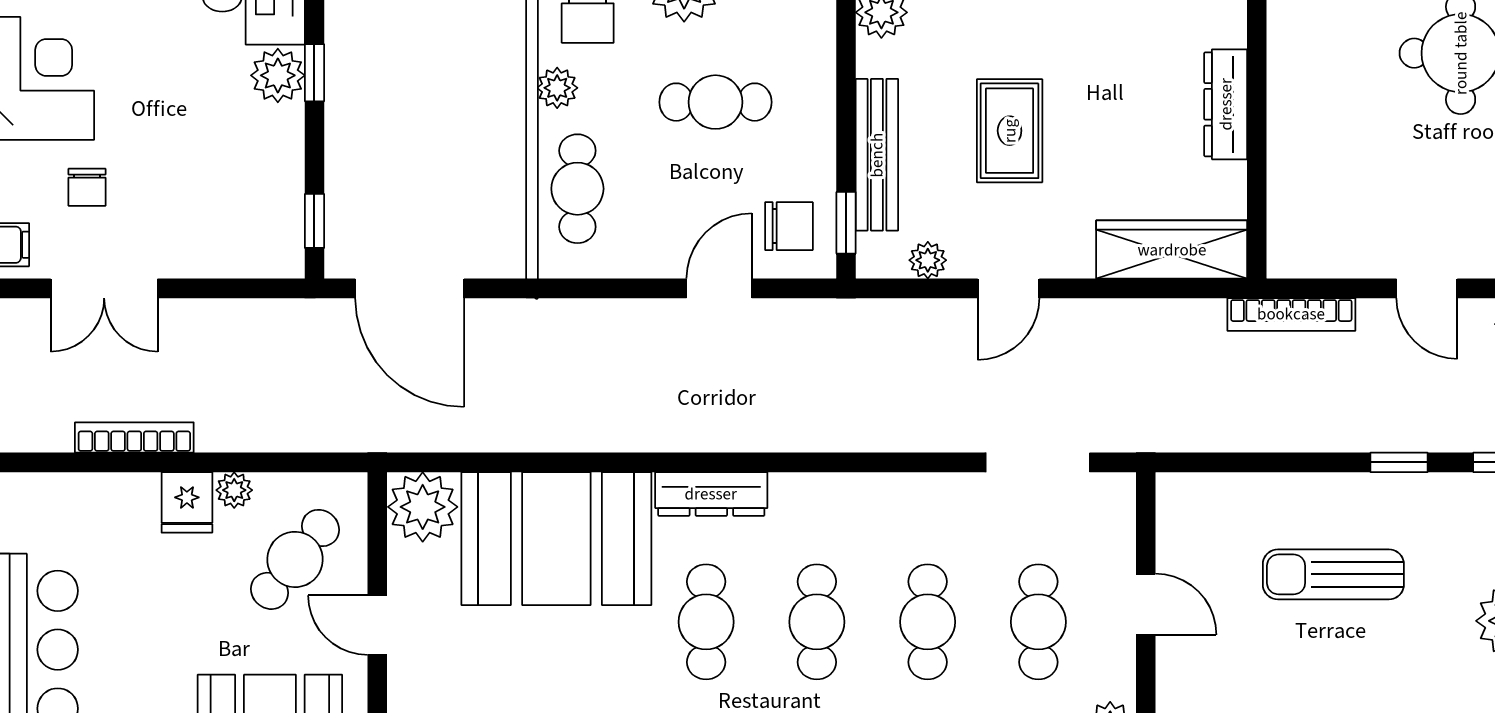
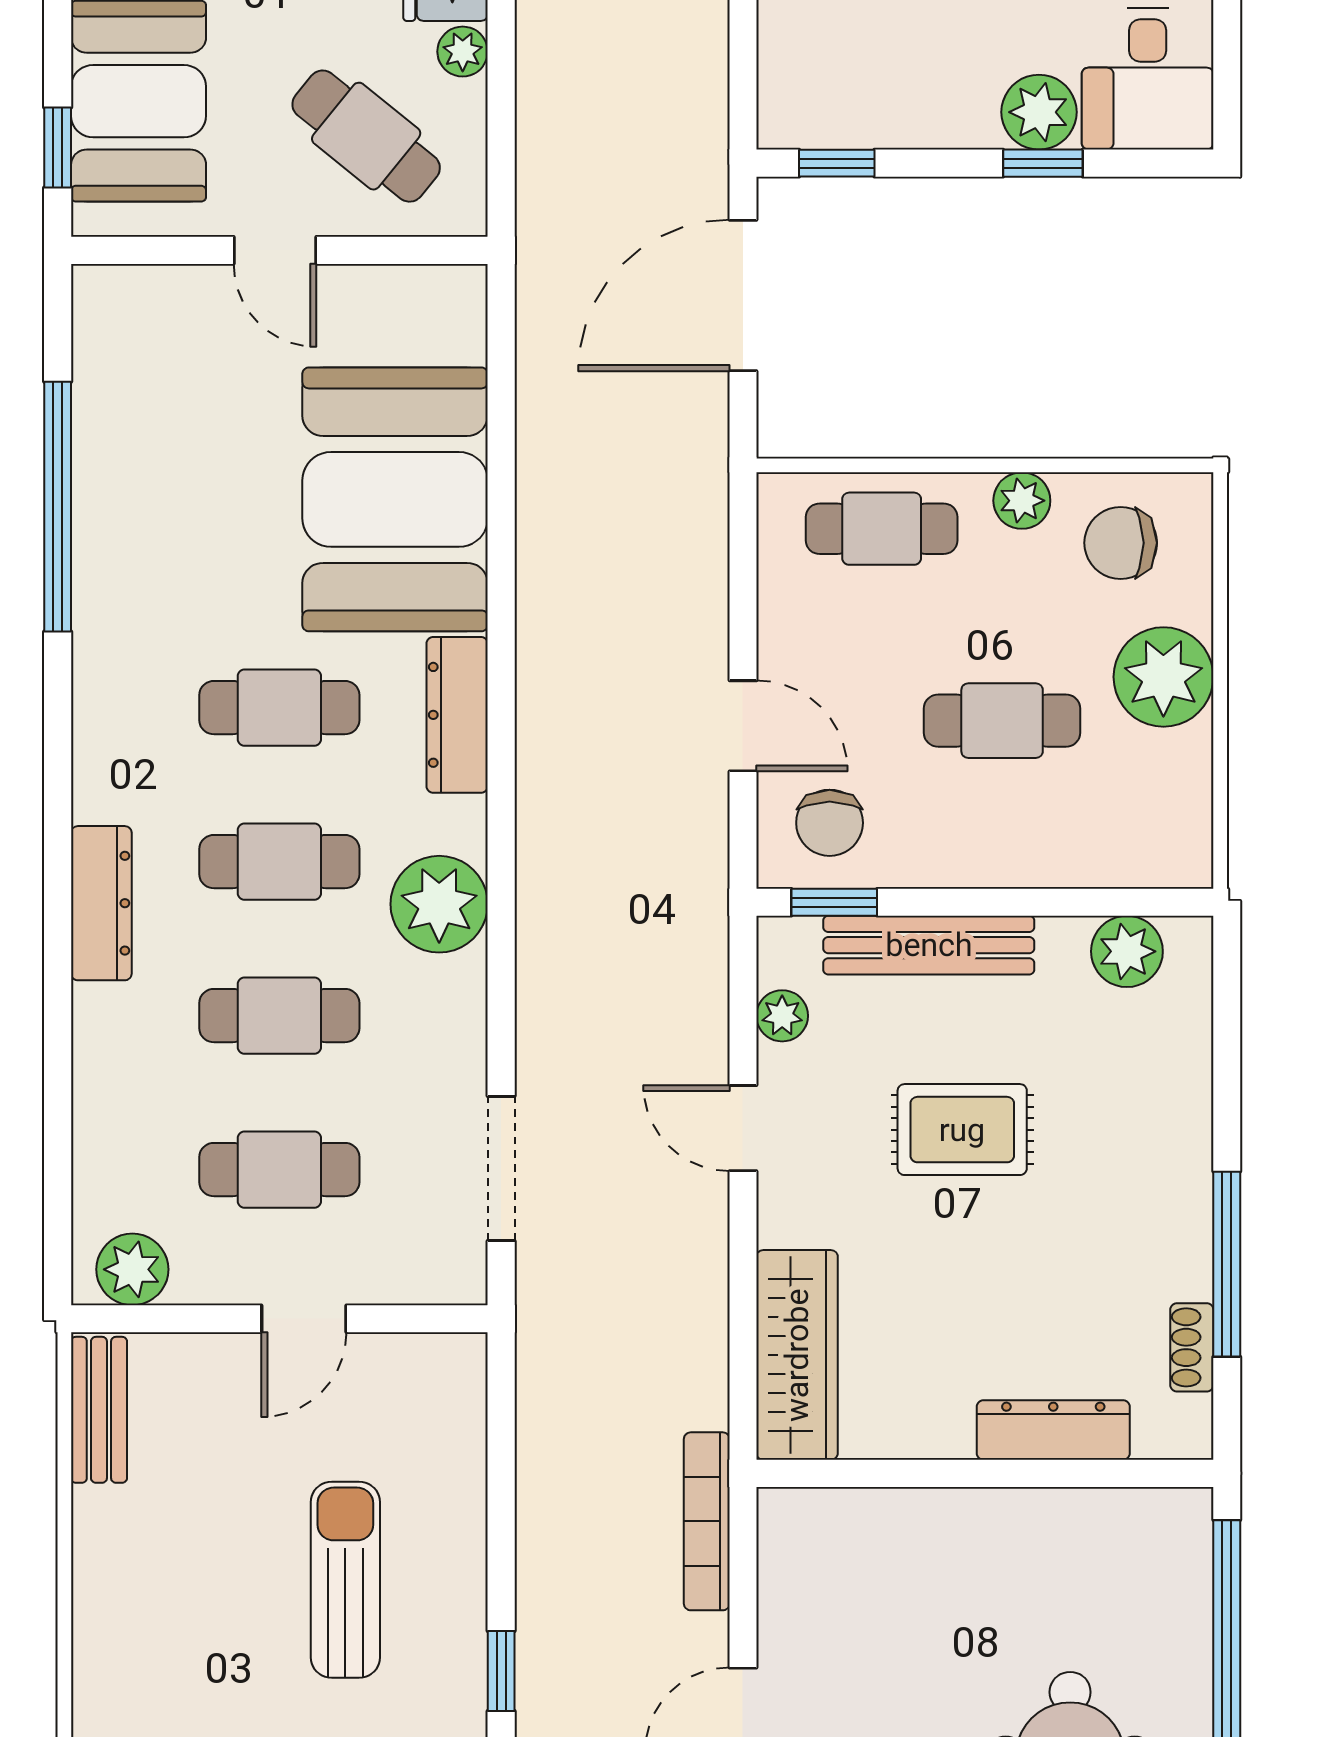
cafe table: (715, 102) -> (1002, 721), turned 90
dresser: (1226, 104) -> (1053, 1430), moved
plant: (423, 507) -> (439, 904), moved
door: (377, 625) -> (275, 250), swing flipped

